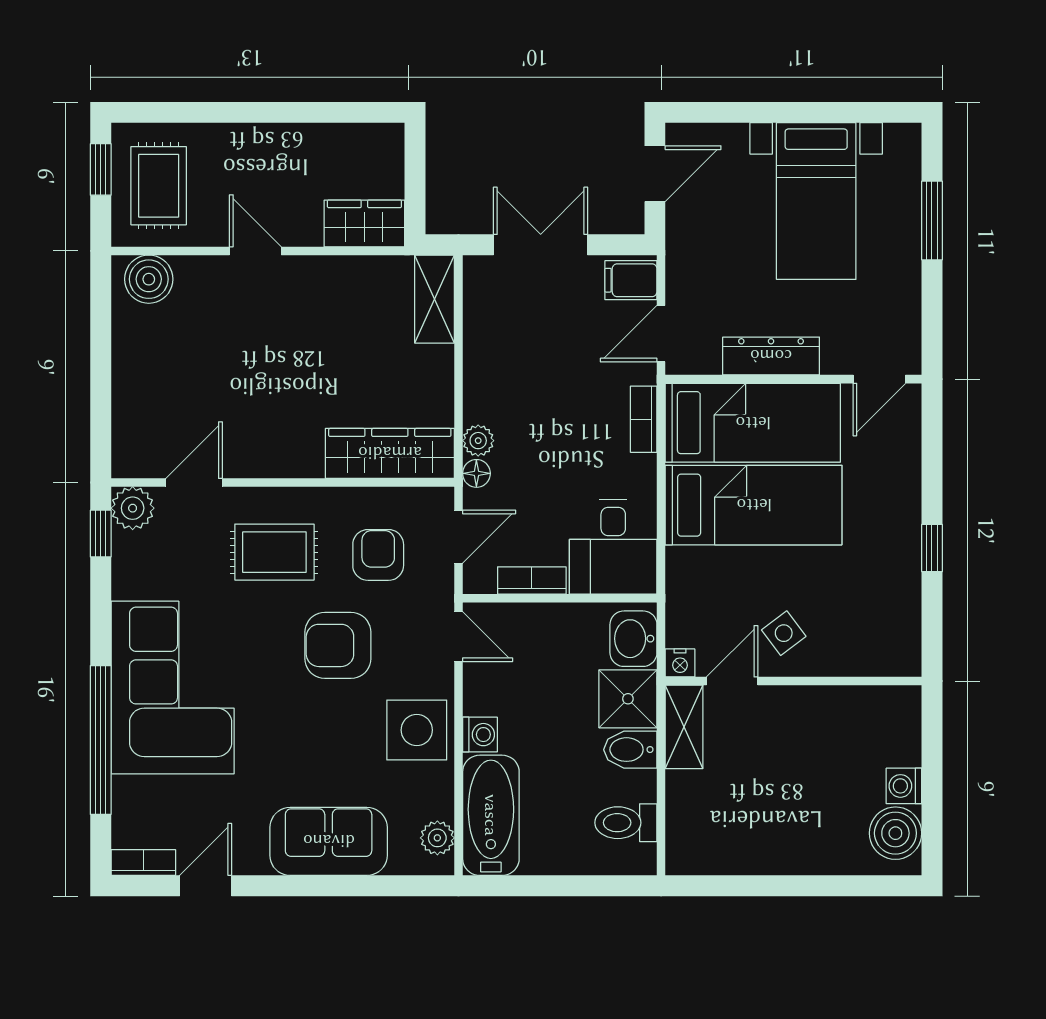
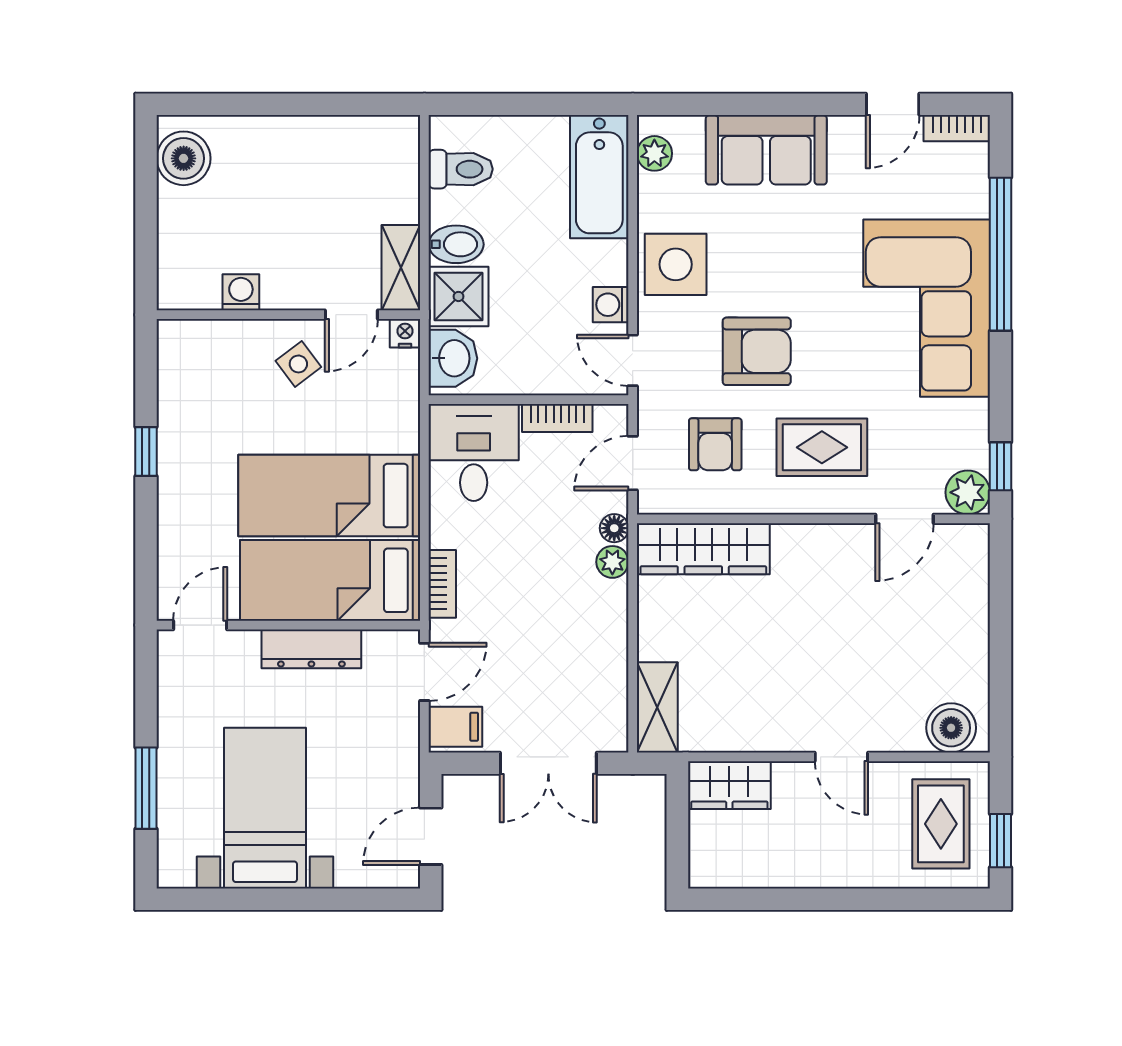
washing machine: (480, 735) -> (611, 305), moved
washing machine: (904, 786) -> (241, 292), moved, turned -90

